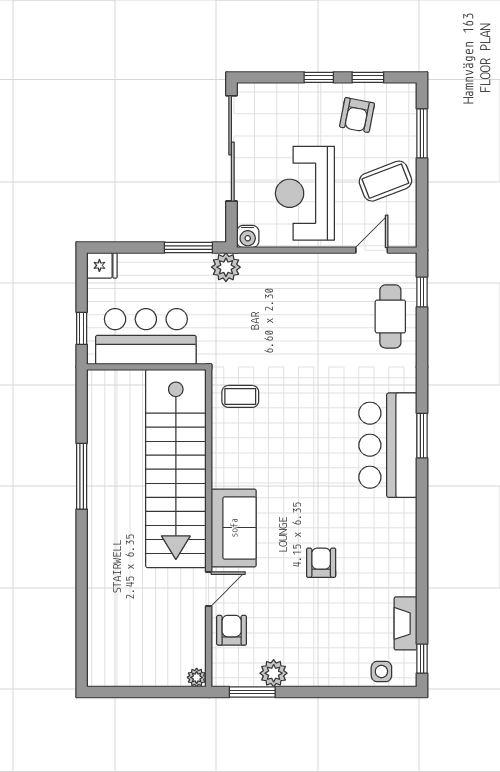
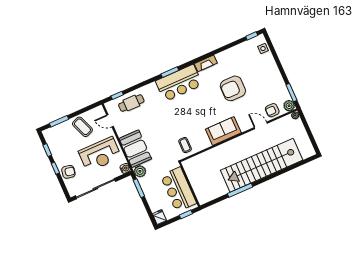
armchair: (357, 115) -> (68, 172), moved
booth: (282, 279) -> (135, 149), added
stairs: (176, 469) -> (262, 165), moved, turned 180
sofa: (234, 528) -> (223, 131), moved
armchair: (321, 563) -> (233, 88), width x1.88, depth x1.88
fireplace: (406, 623) -> (206, 63), moved
plant: (274, 673) -> (289, 106), moved

